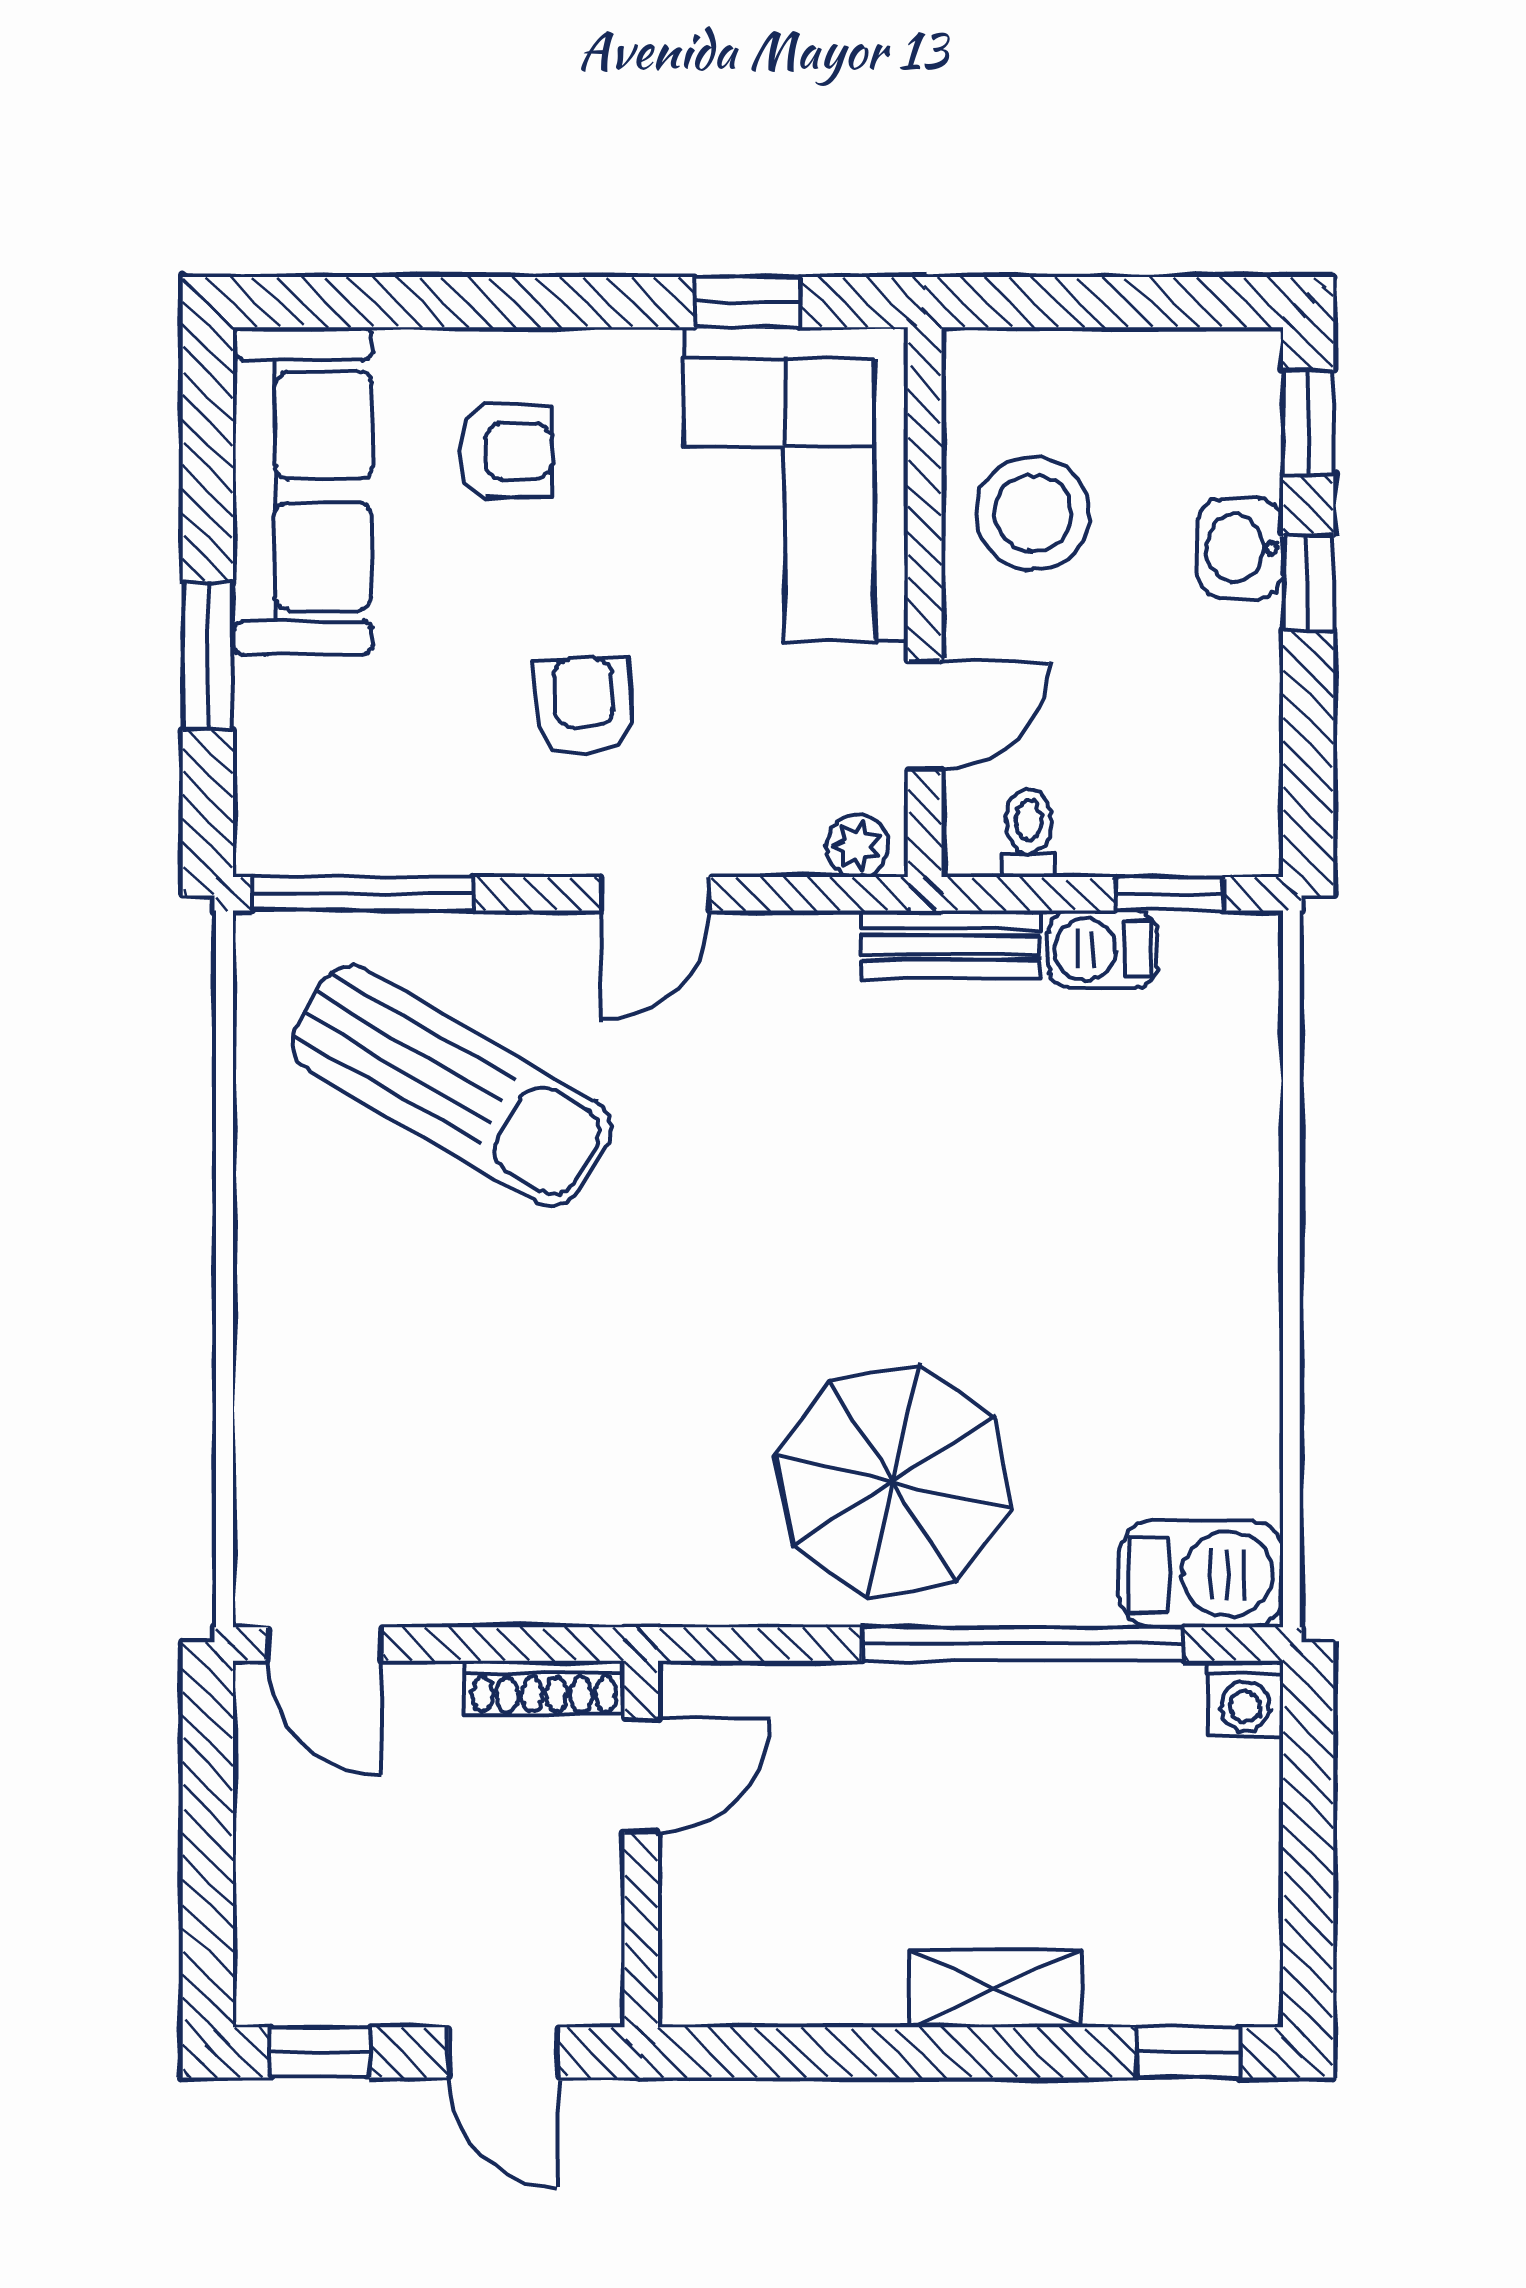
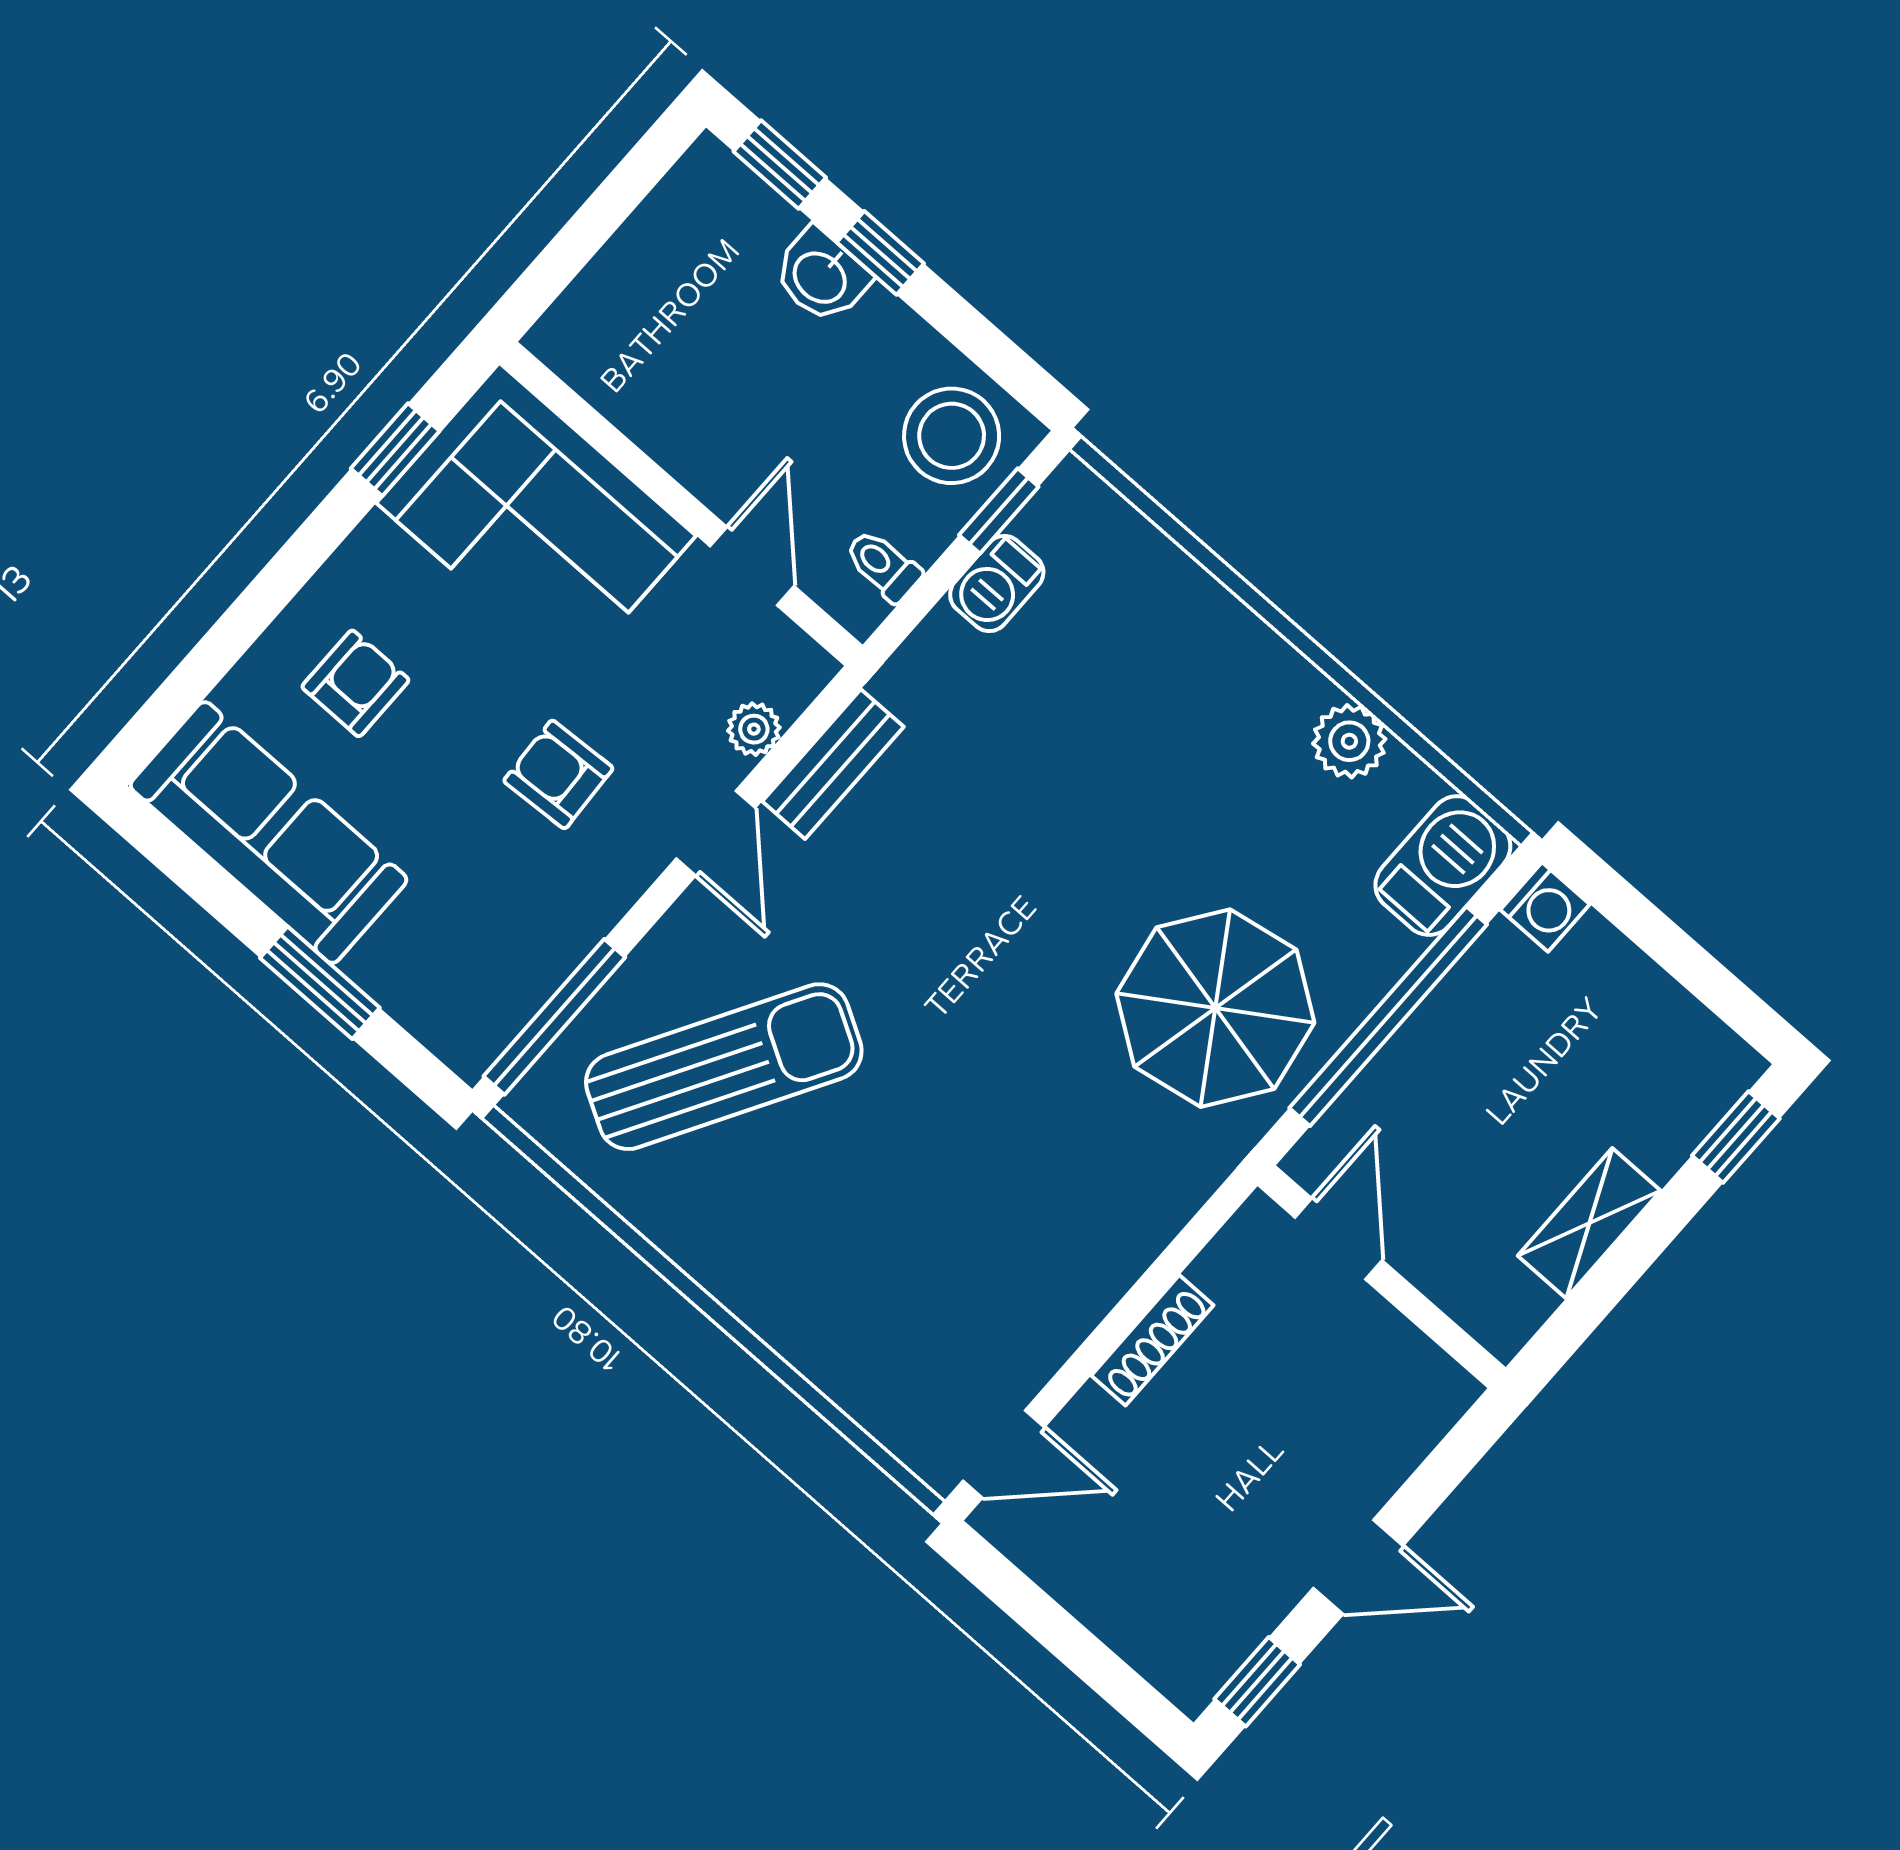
stool: (1033, 513) -> (952, 436), moved
plant: (857, 846) -> (754, 729), moved
bench: (951, 945) -> (833, 764), moved
plant: (1239, 1391) -> (1349, 741), added
door: (641, 1775) -> (1339, 1239), moved
wall: (641, 1844) -> (1382, 1277), moved

